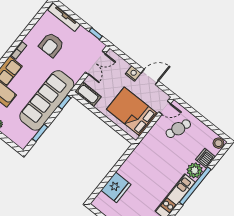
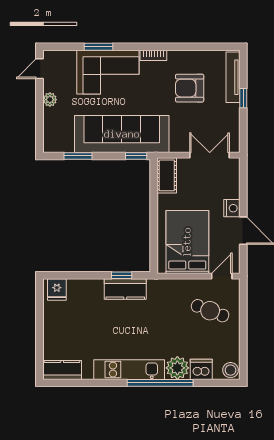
window: (96, 34) -> (243, 98), moved
double door: (95, 63) -> (210, 155), swing flipped
door: (165, 108) -> (222, 276), swing flipped
window: (122, 160) -> (122, 275), added
kitchen counter: (131, 164) -> (125, 289), added
fridge: (116, 187) -> (57, 289), moved, width x0.53, depth x0.75

